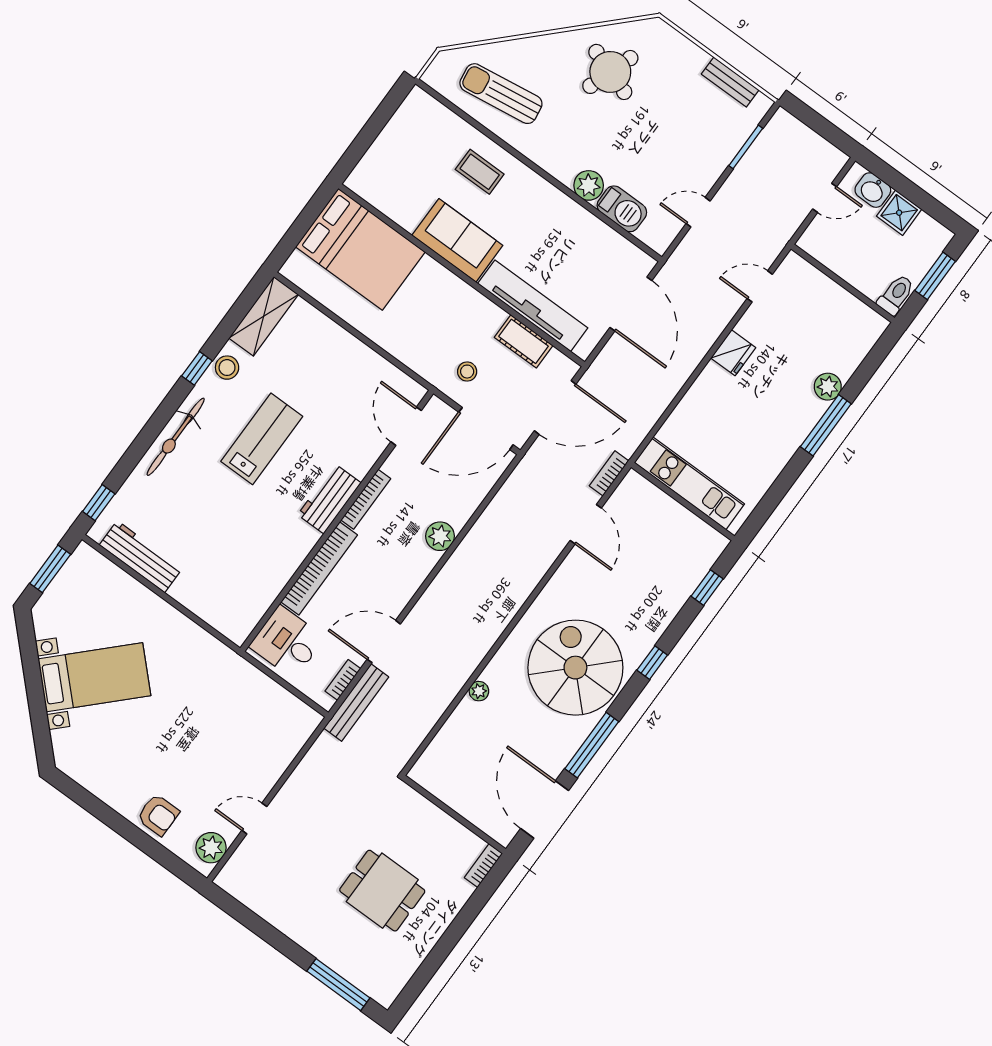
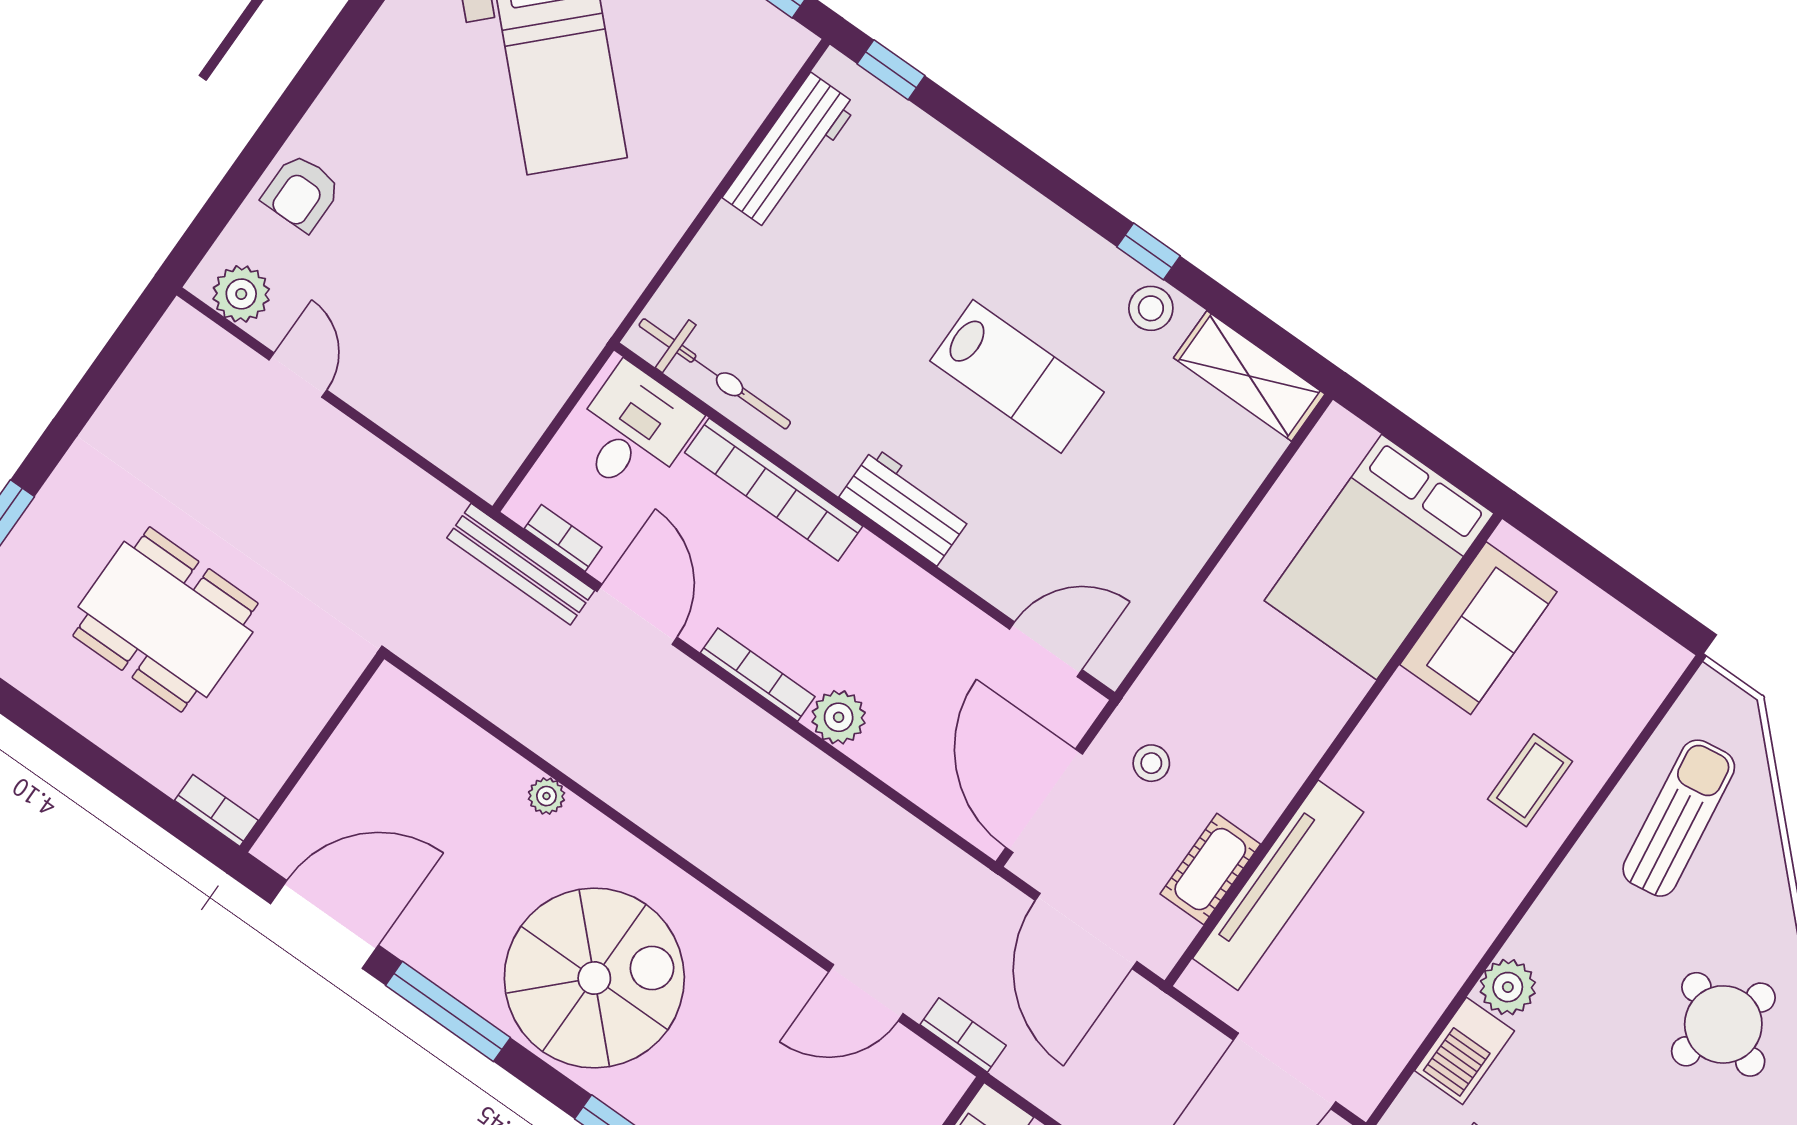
sofa: (457, 240) -> (1478, 628), moved
bicycle: (176, 437) -> (715, 374), moved, turned 180
bookcase: (366, 499) -> (758, 675), moved, turned 180
dining table: (382, 891) -> (165, 619), width x1.38

